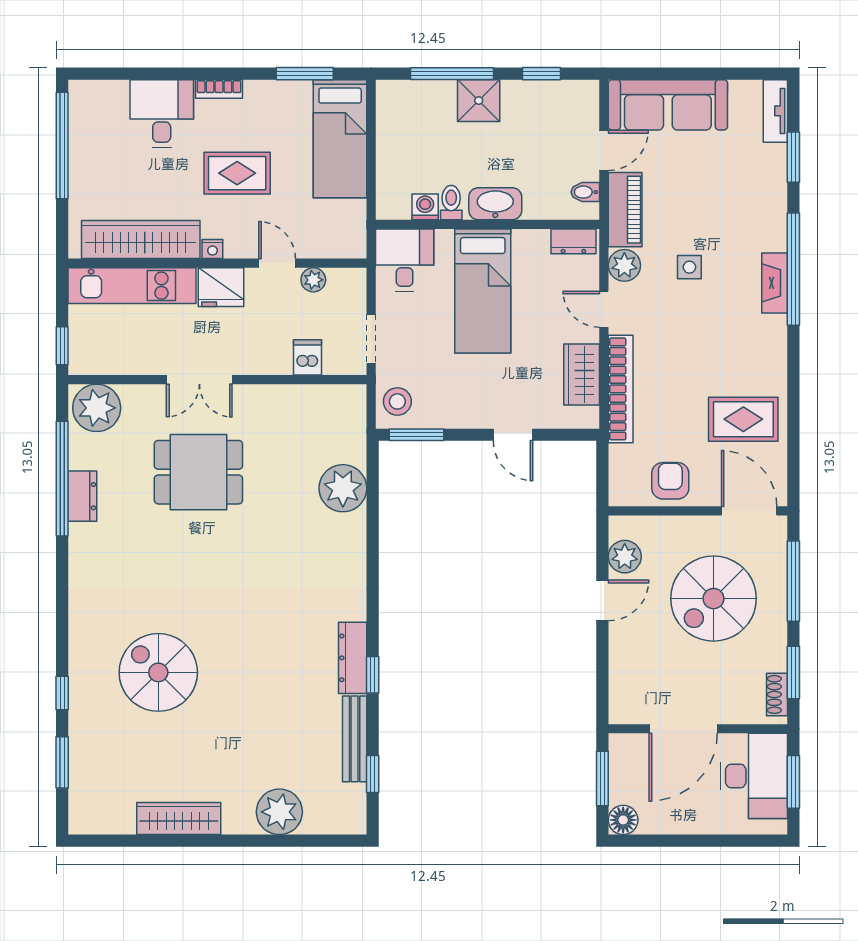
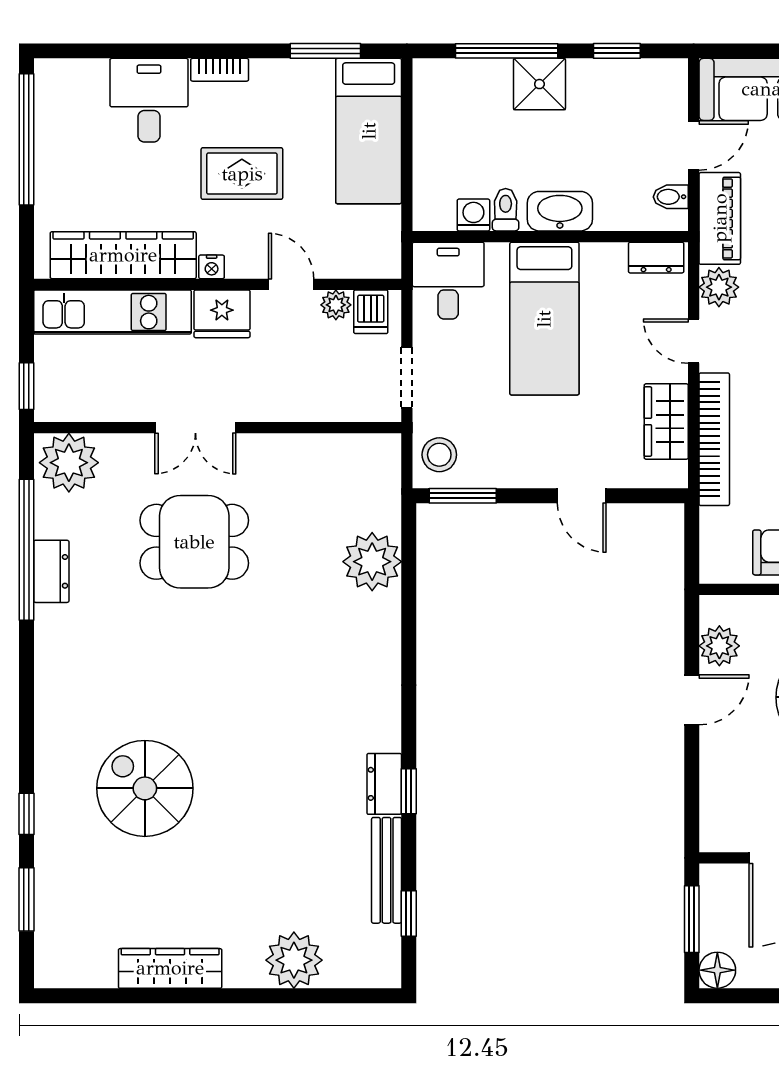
dishwasher: (308, 357) -> (371, 312), moved, turned 180
dresser: (353, 658) -> (384, 784), width x0.70

